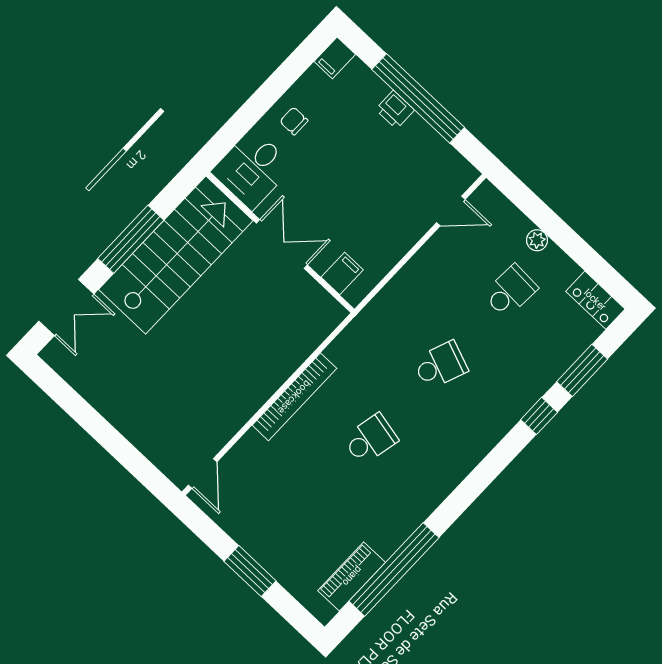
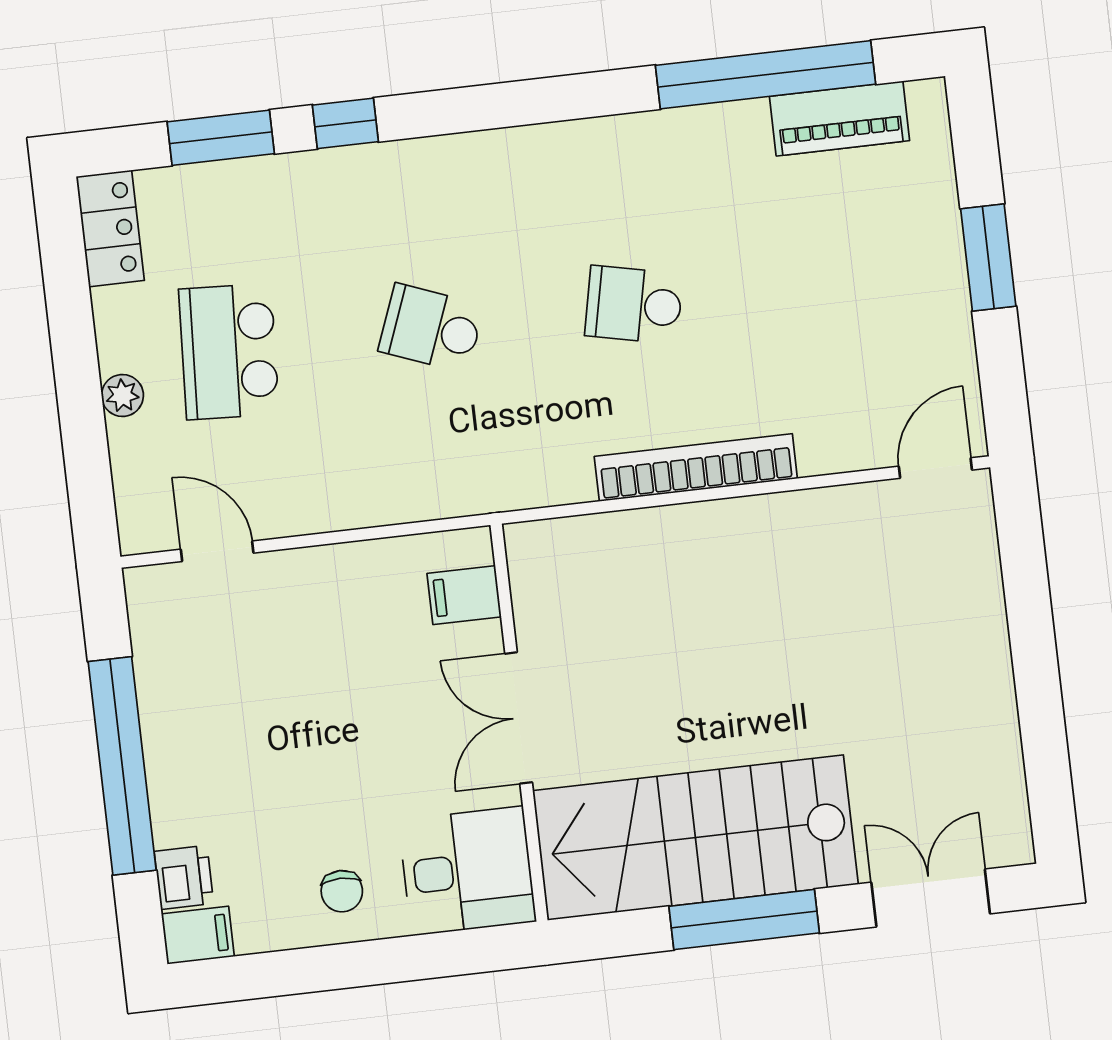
printer: (395, 110) -> (184, 877), moved
school desk: (510, 291) -> (229, 352), width x1.85

